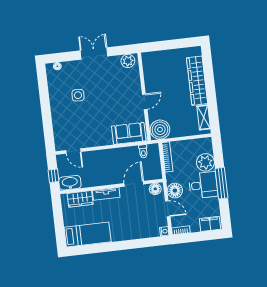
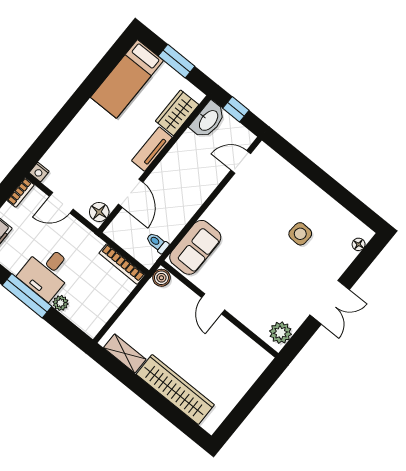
boiler: (160, 130) -> (161, 278), width x0.54, depth x0.54
plant: (205, 162) -> (61, 303), width x0.53, depth x0.53
floor lamp: (175, 191) -> (74, 233), removed
window: (59, 221) -> (176, 61), added

